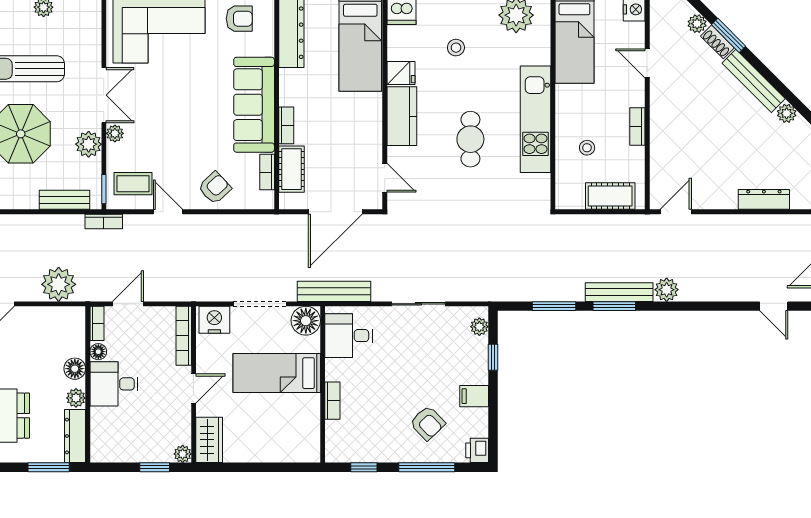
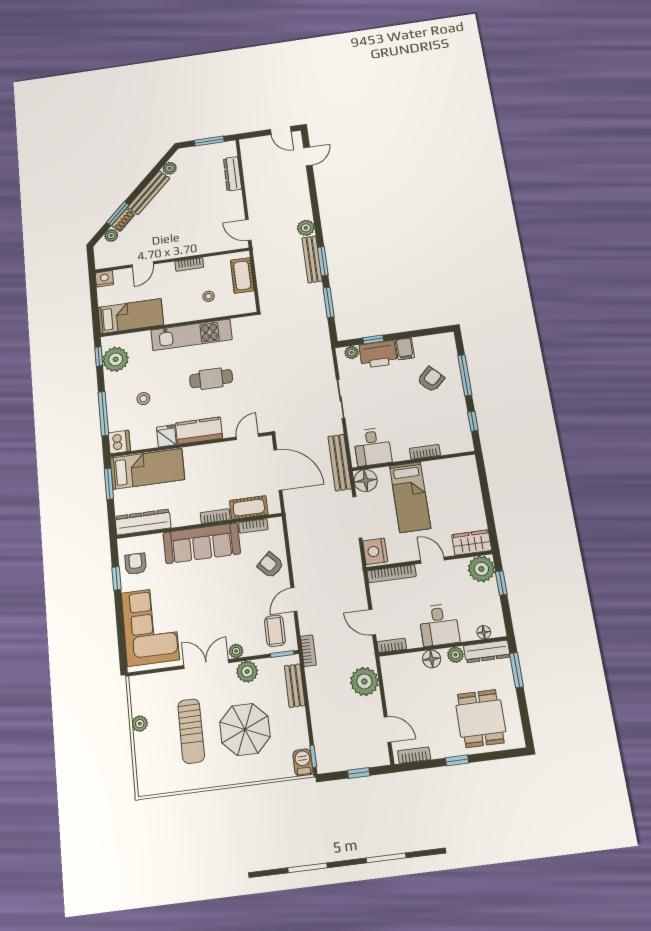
floor lamp: (98, 352) -> (484, 632), moved
printer: (477, 450) -> (378, 354), moved, width x1.87, depth x1.48
plant: (183, 454) -> (481, 569), width x1.88, depth x1.88

